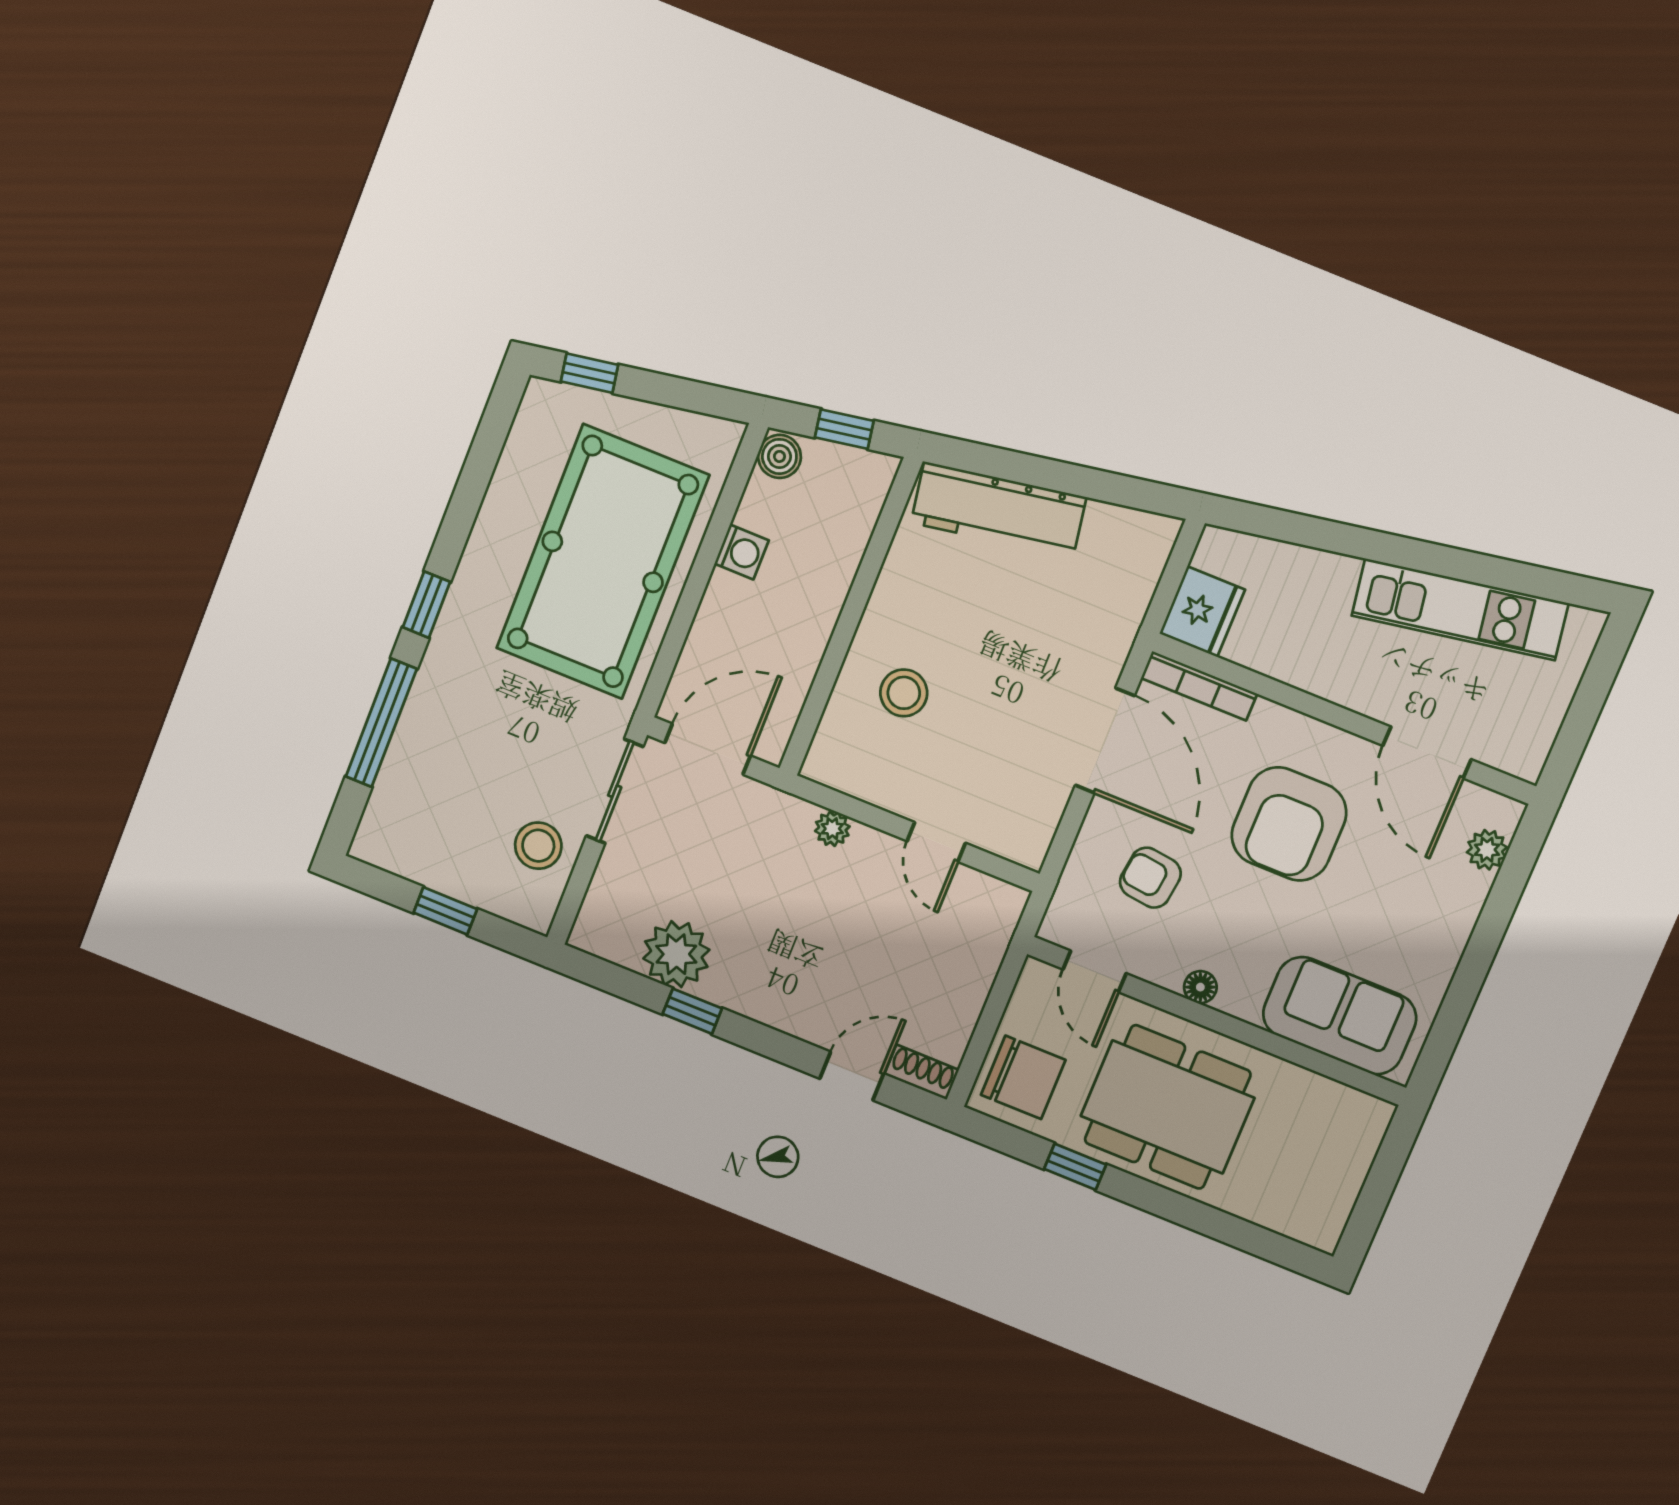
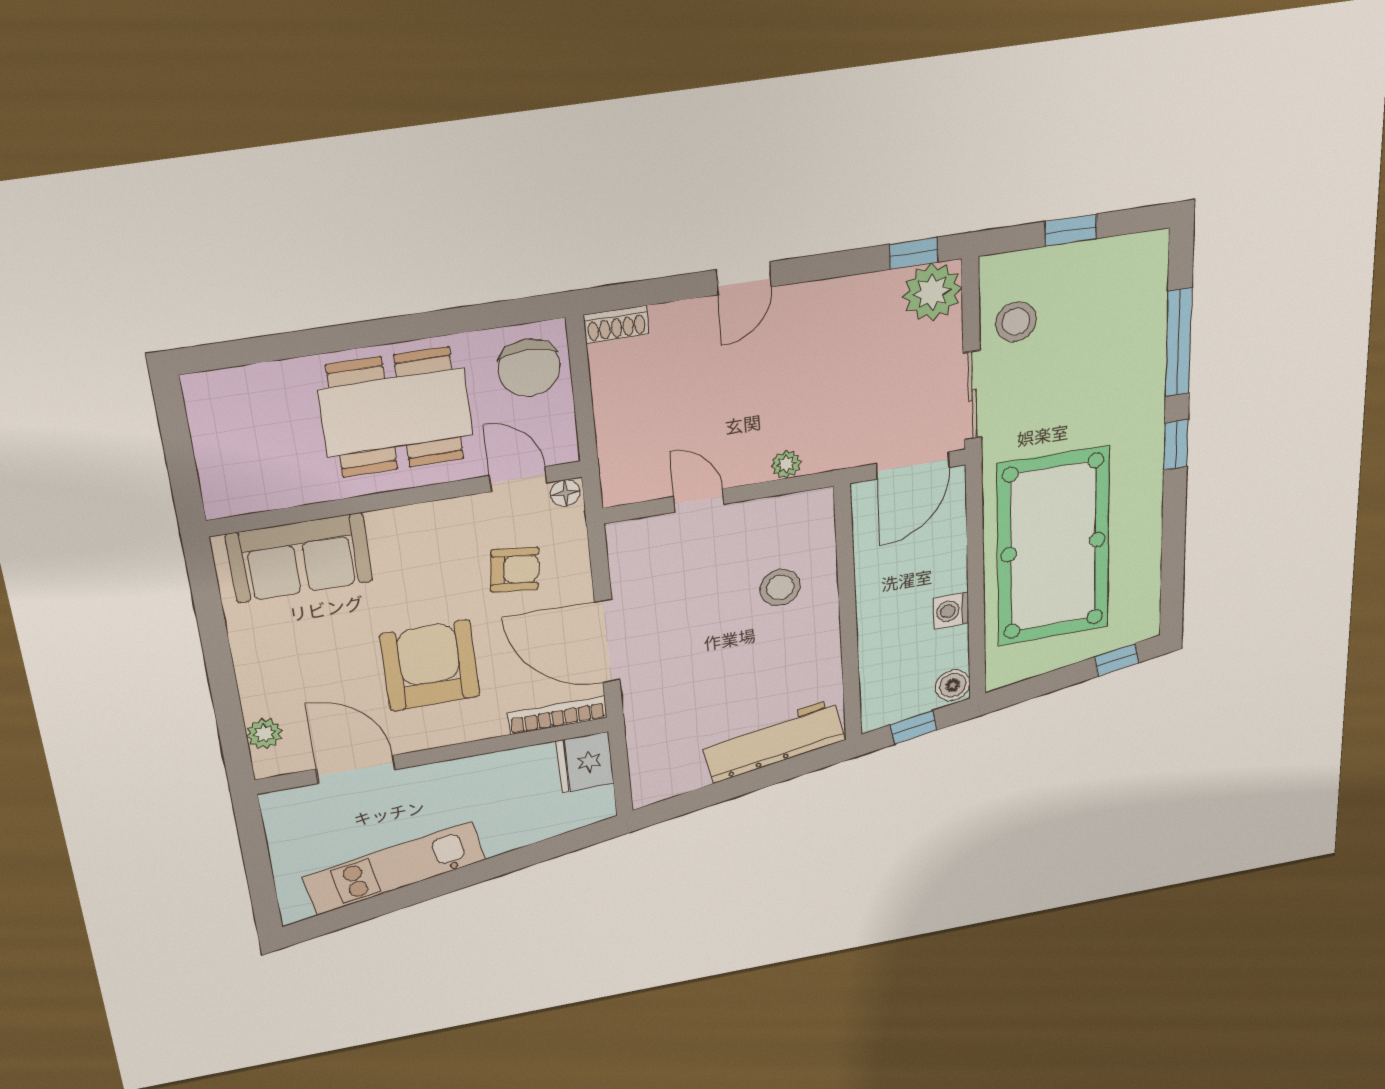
plant: (676, 954) -> (932, 292), moved
floor lamp: (1200, 987) -> (565, 493), moved
window: (692, 1011) -> (914, 253), moved
door: (852, 1076) -> (744, 278), moved
chair: (1023, 1077) -> (529, 368), turned -90
window: (1075, 1167) -> (444, 323), removed

